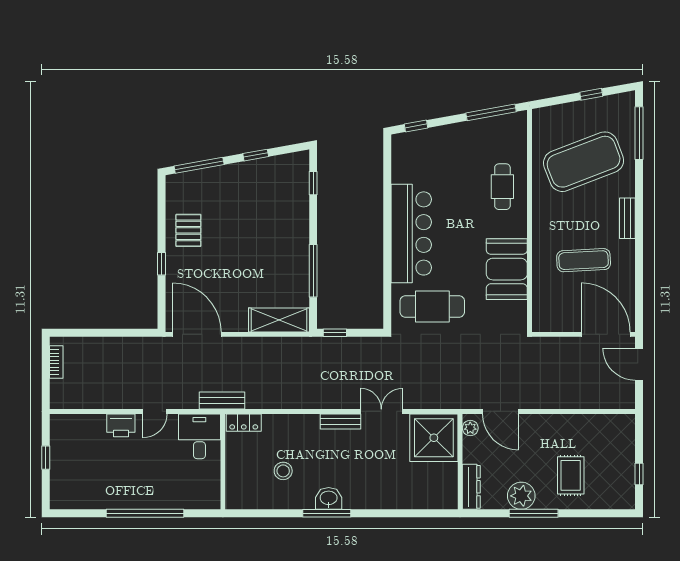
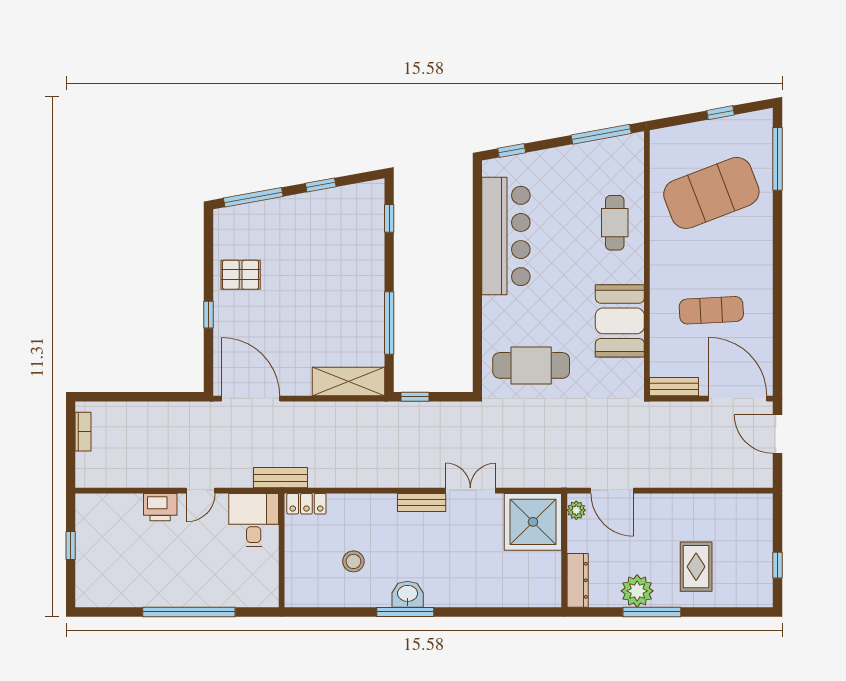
bench: (627, 218) -> (674, 387), moved, turned 90
pallet: (188, 230) -> (241, 275), turned 90
bar counter: (411, 233) -> (506, 236), moved

